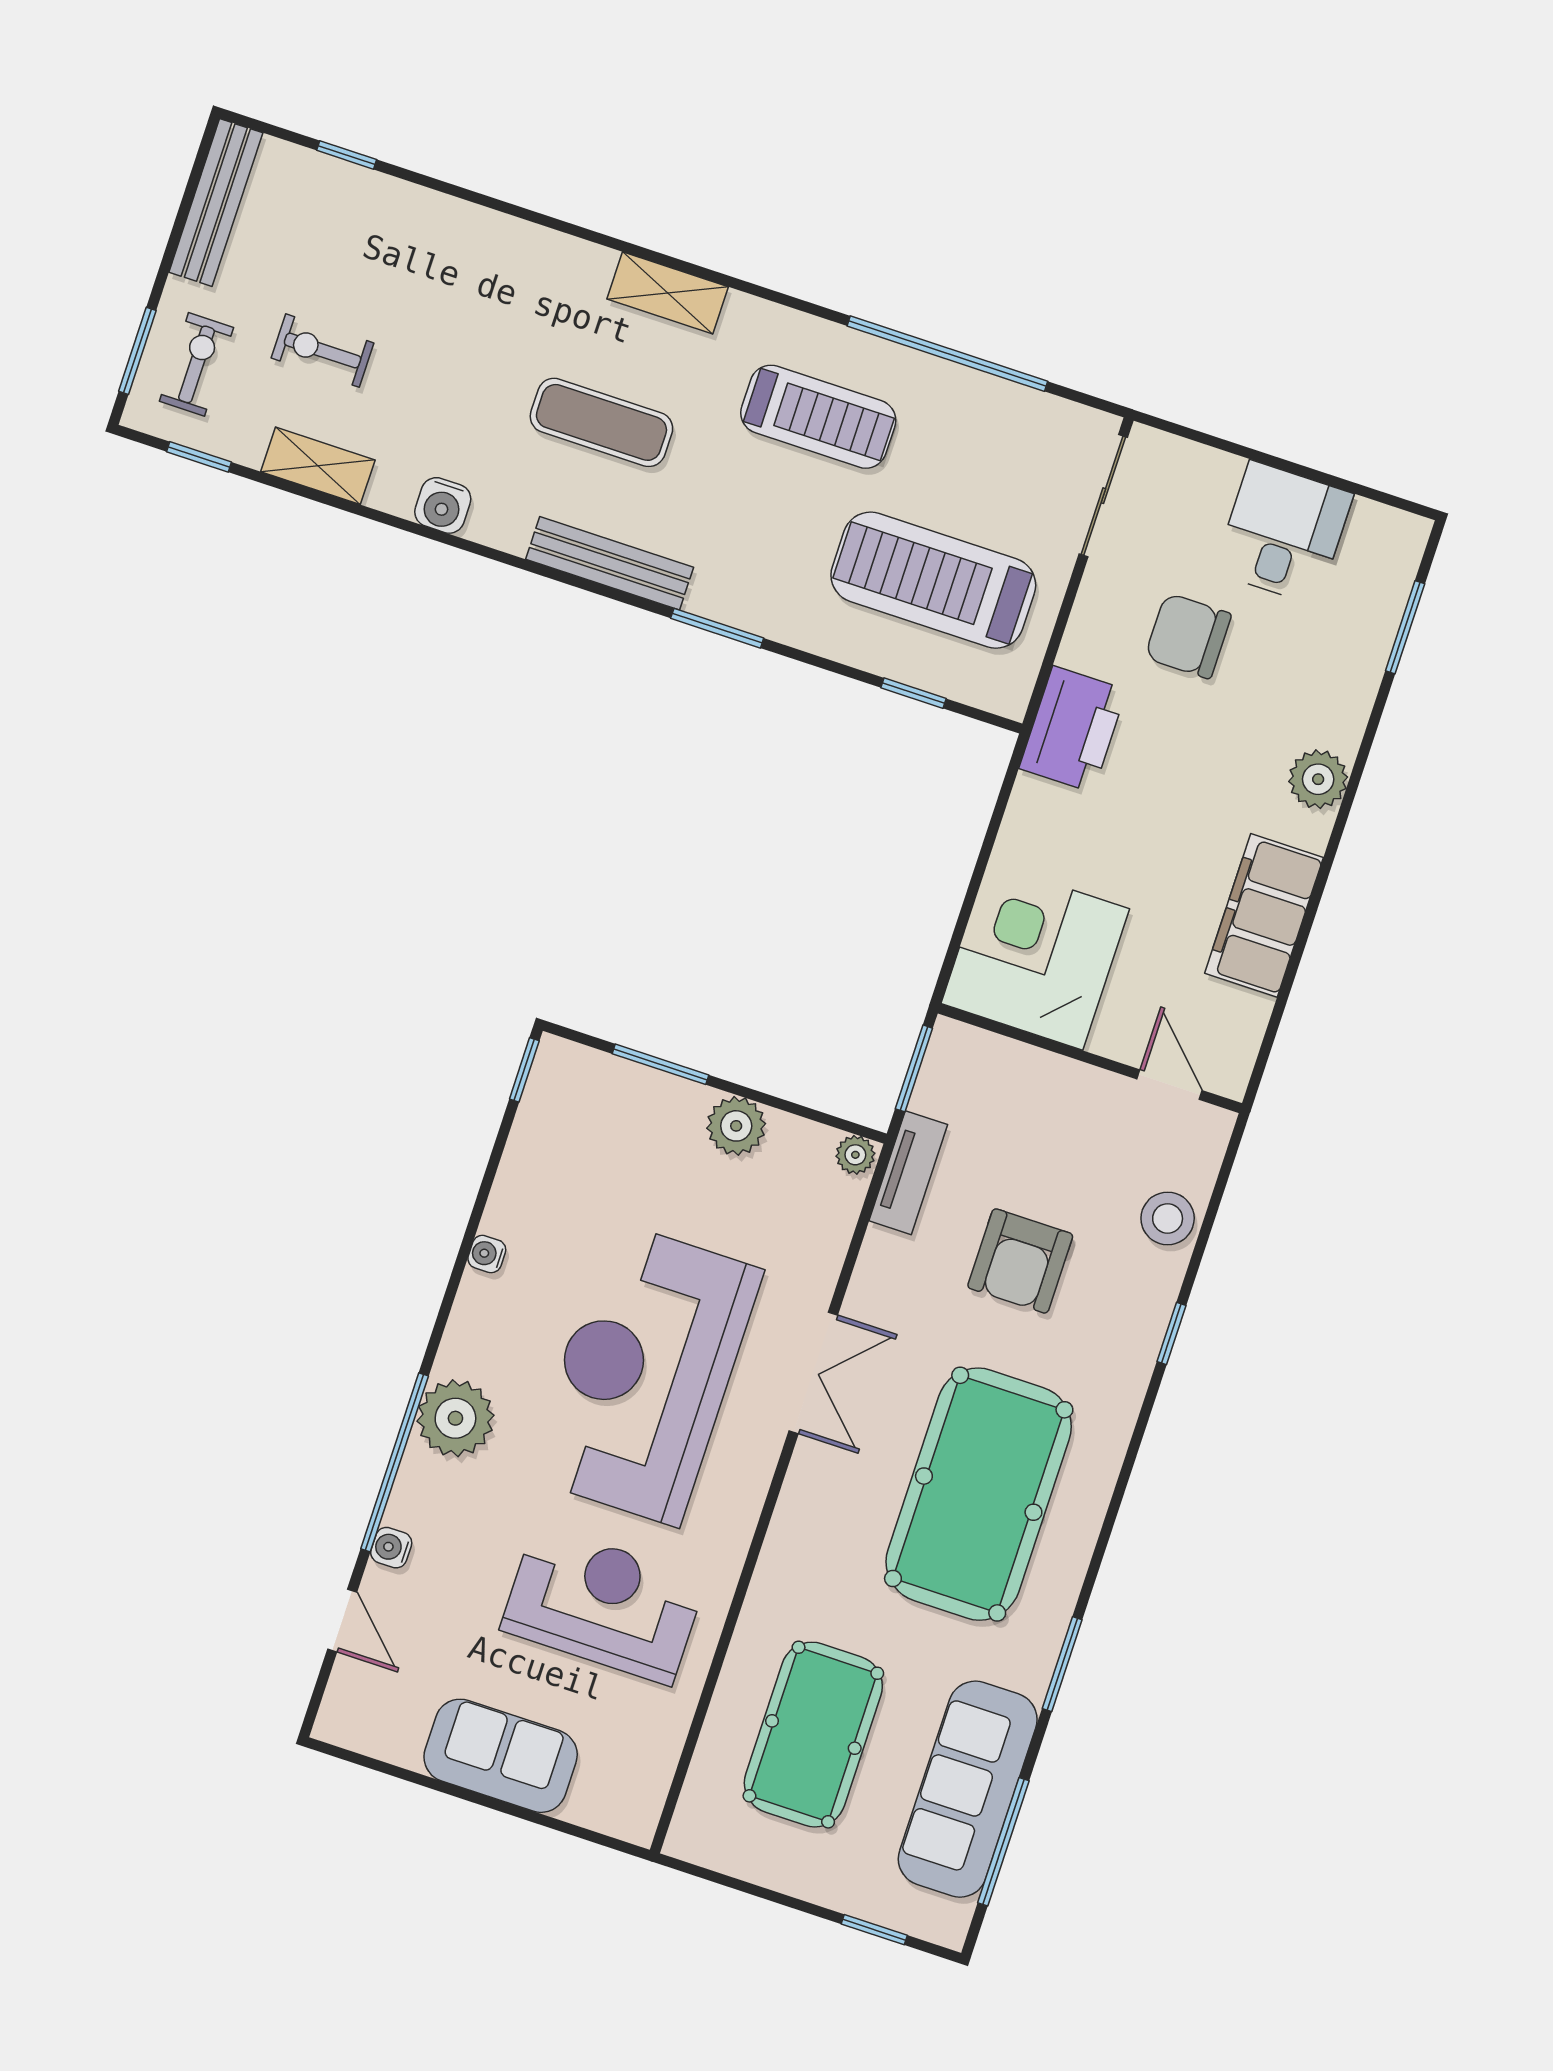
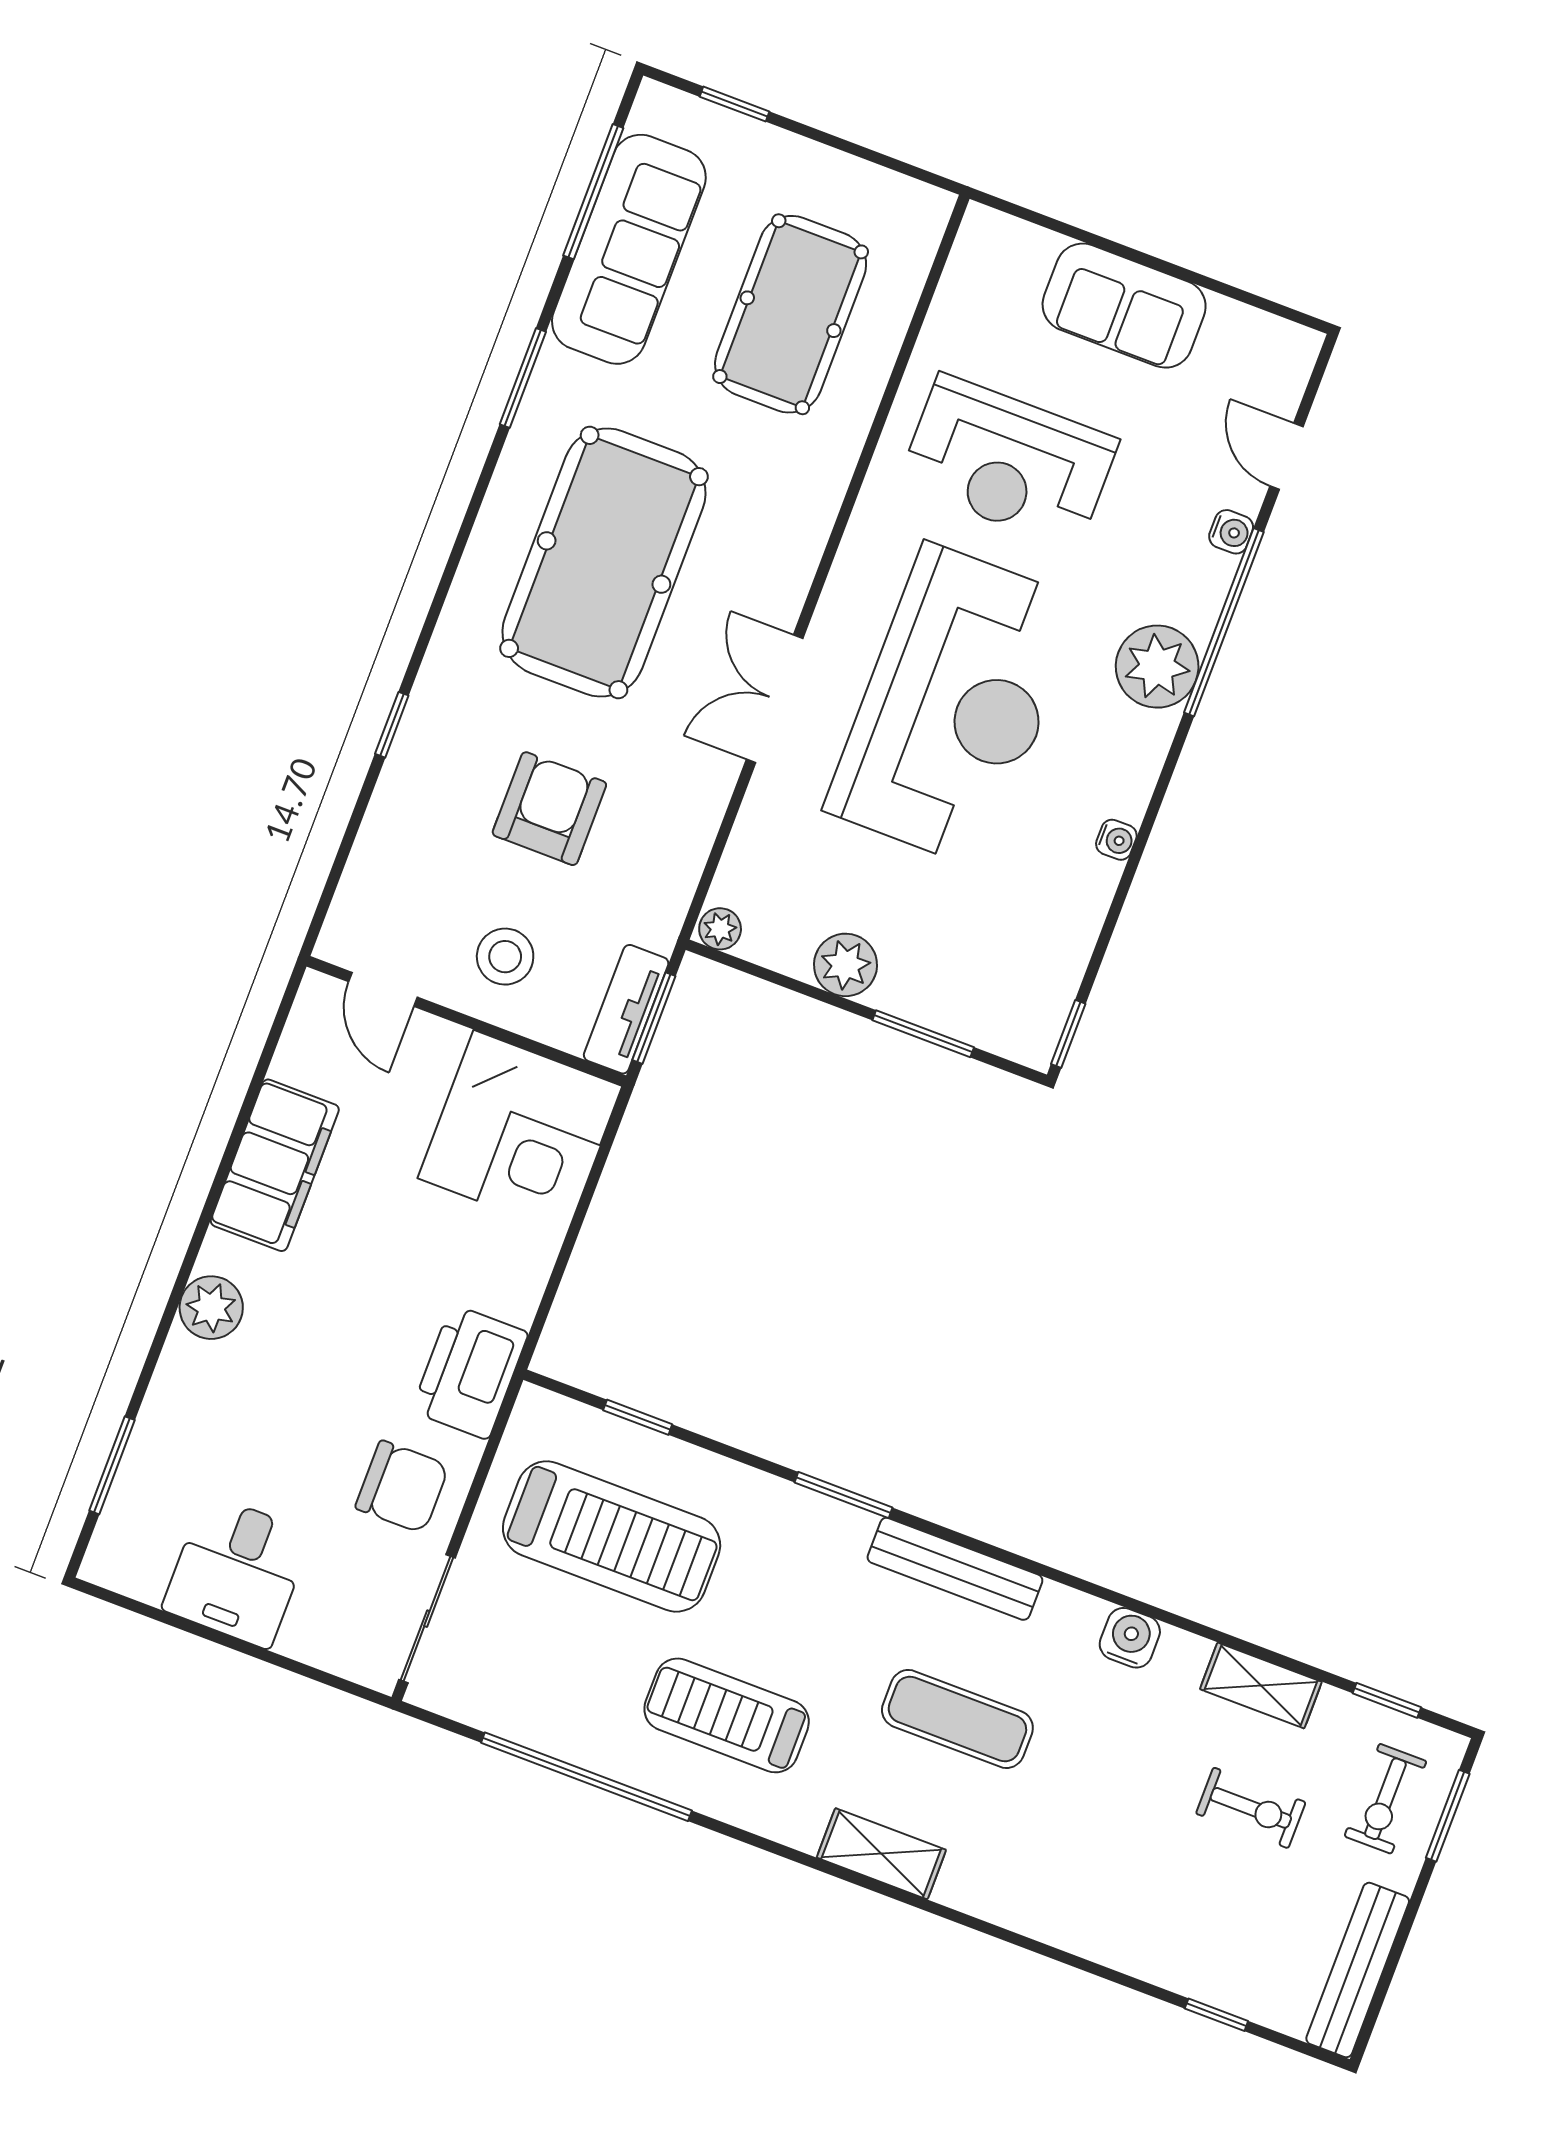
chair: (1188, 636) -> (402, 1487), moved
tv unit: (908, 1173) -> (626, 1009), moved
stool: (1168, 1218) -> (505, 957), moved

